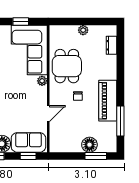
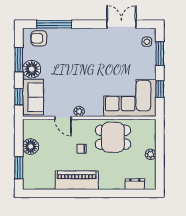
plant: (42, 81) -> (79, 111), moved
window: (120, 121) -> (56, 193), removed
floor lamp: (89, 145) -> (31, 147), moved

